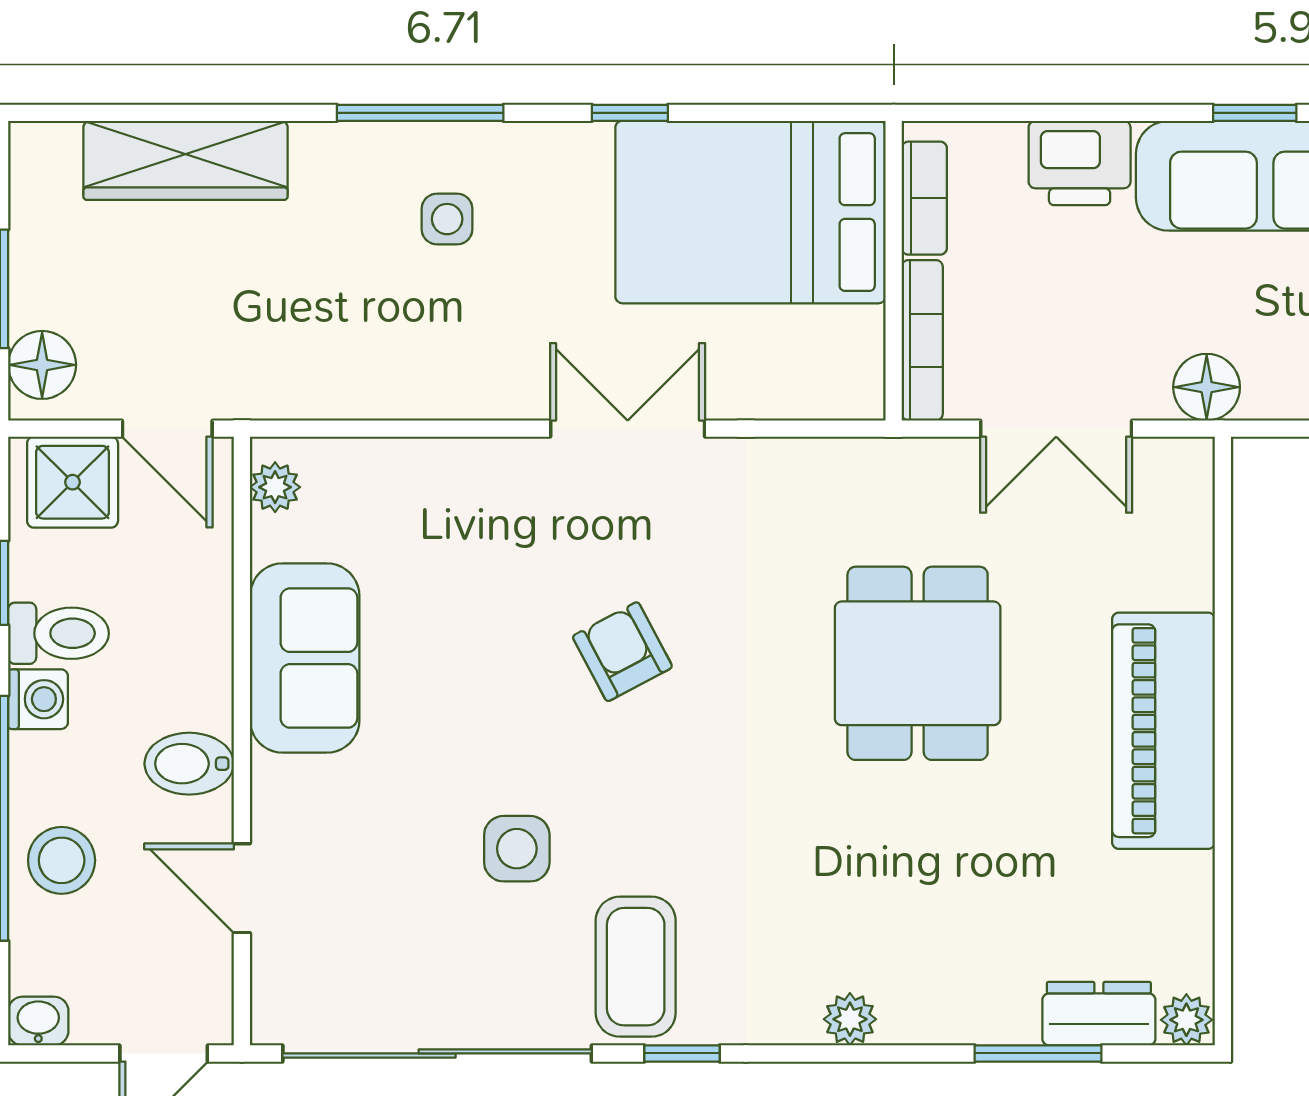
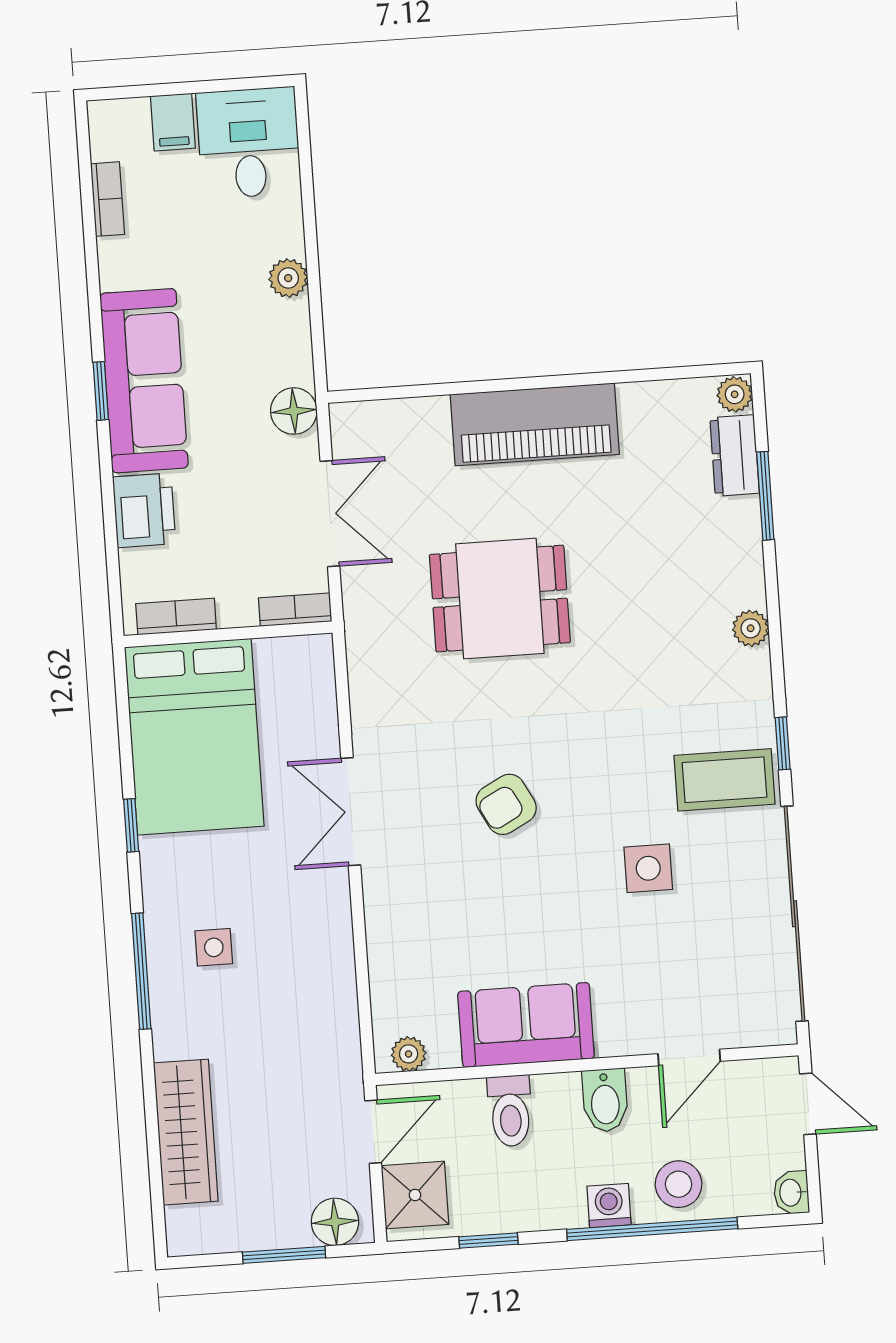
bookcase: (922, 340) -> (295, 610), width x0.64
toilet: (58, 633) -> (510, 1111), moved, turned 180
washing machine: (38, 699) -> (609, 1206), moved

